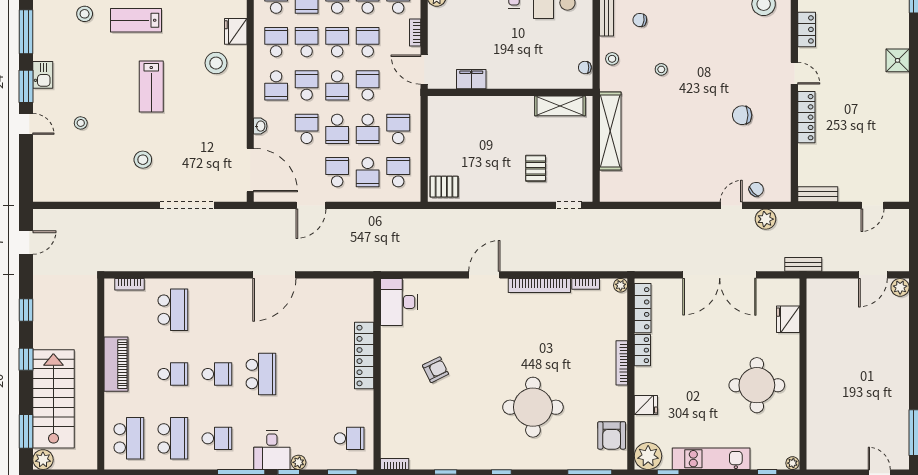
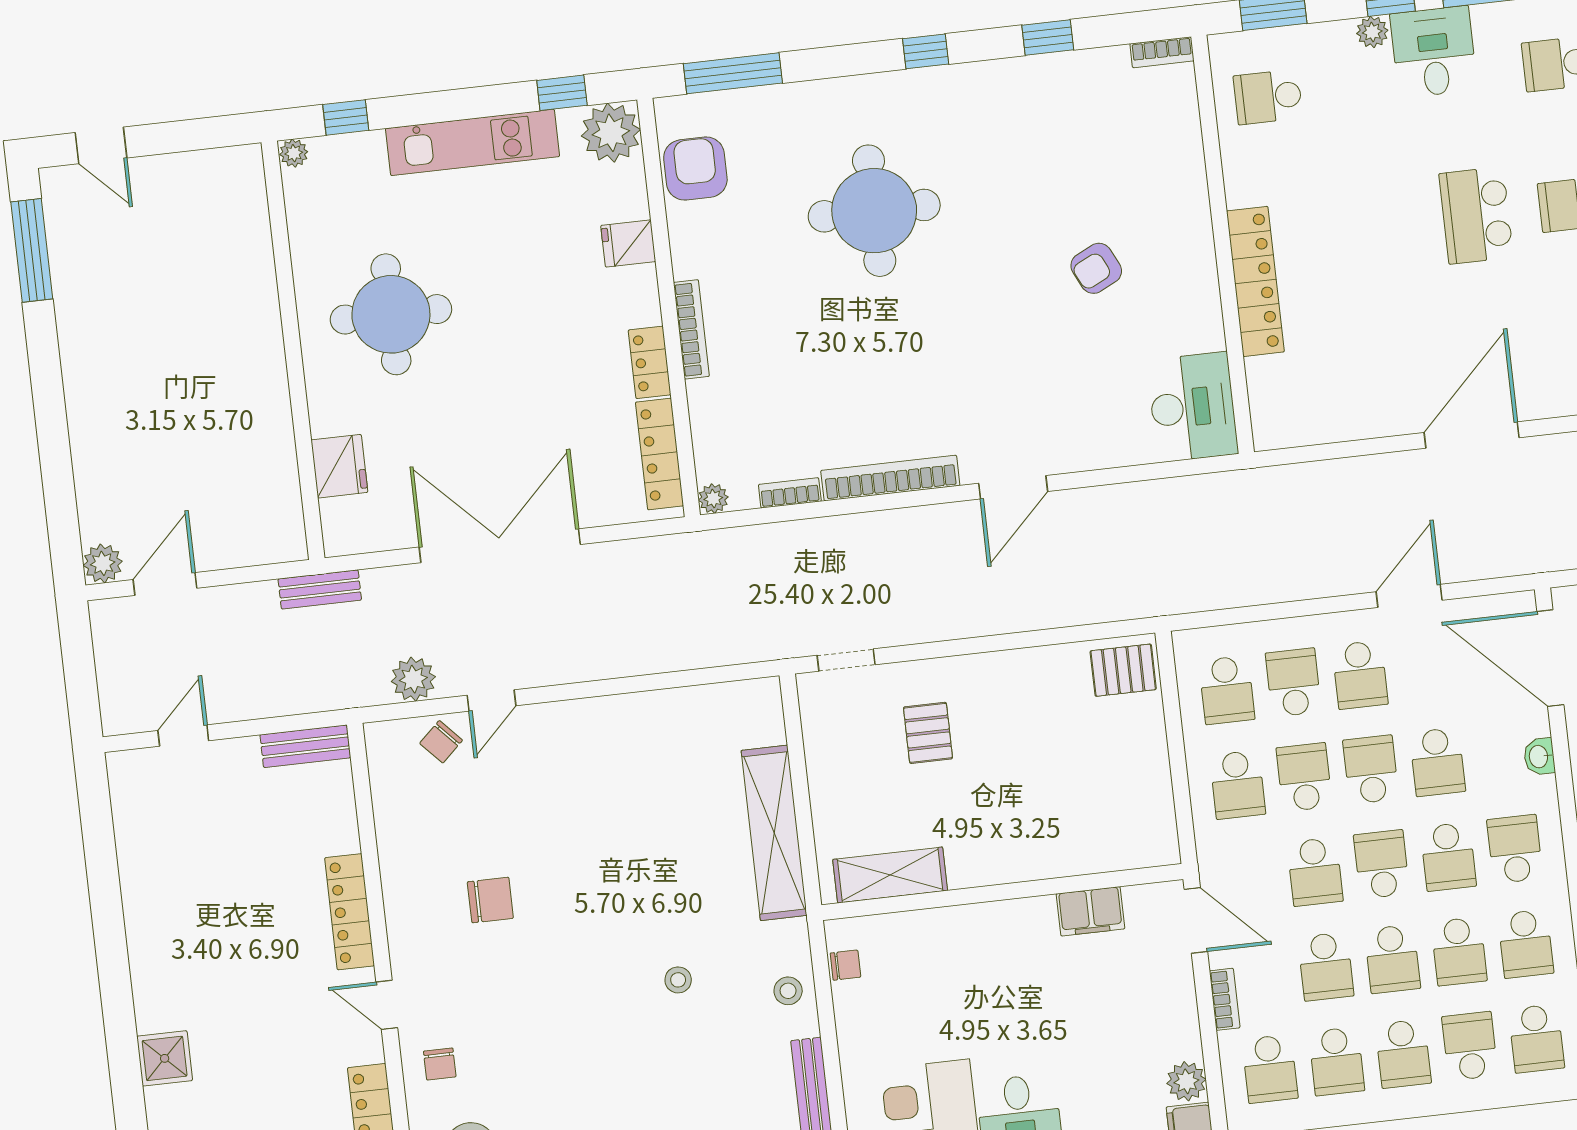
chair: (640, 20) -> (440, 1064), moved, turned 81

